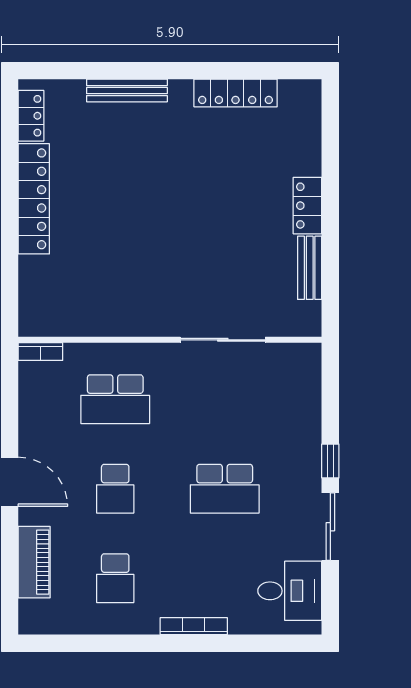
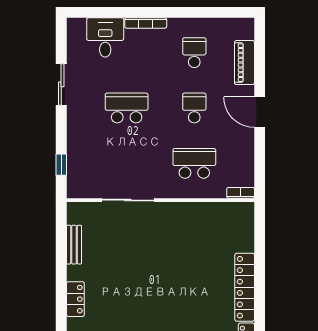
locker: (307, 206) -> (75, 299), moved
window: (330, 461) -> (61, 165), moved
desk: (290, 591) -> (105, 37), moved, turned 90

